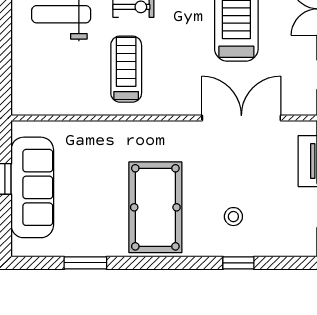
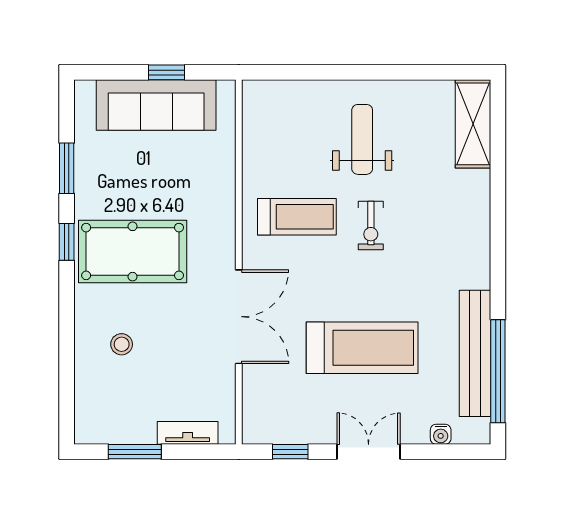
double door: (241, 118) -> (239, 317), moved
window: (238, 263) -> (67, 242), moved

